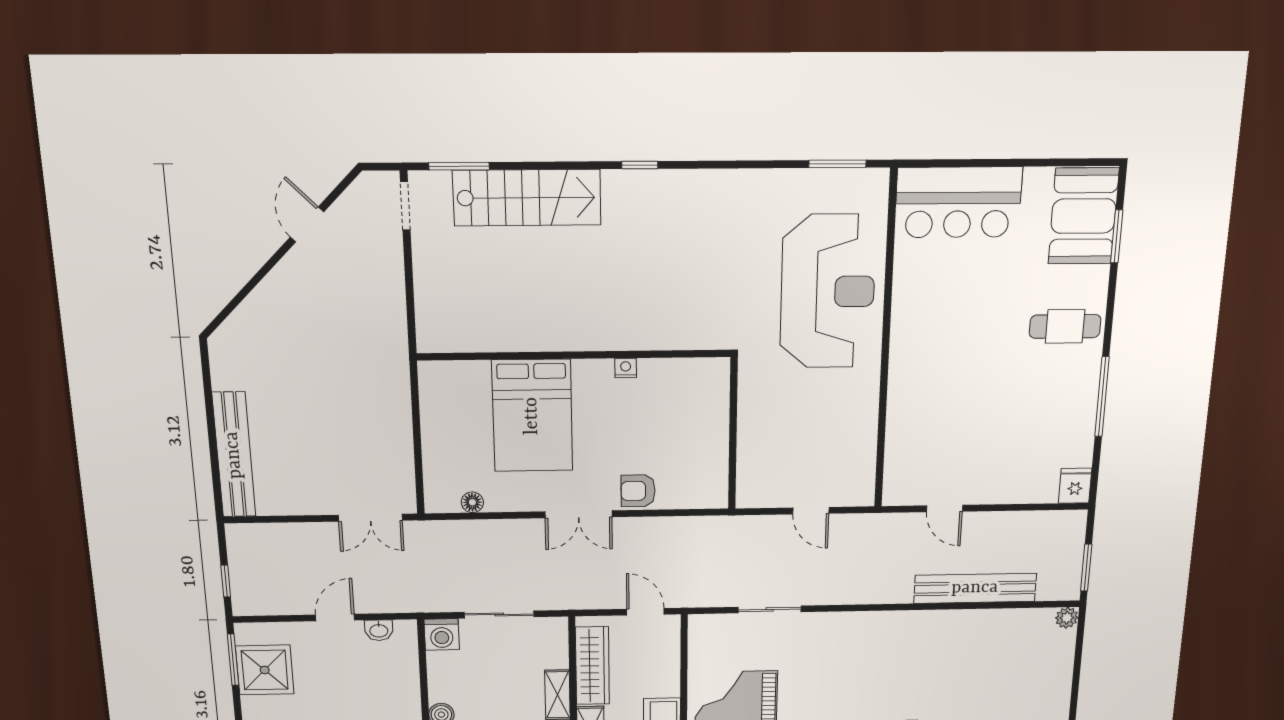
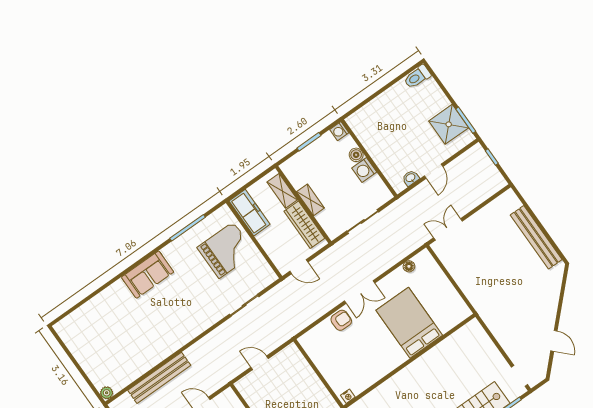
nightstand: (626, 368) -> (348, 396), moved
bench: (234, 455) -> (536, 237), moved
double door: (579, 514) -> (360, 292), swing flipped
washing machine: (442, 634) -> (364, 170), moved, turned -90

